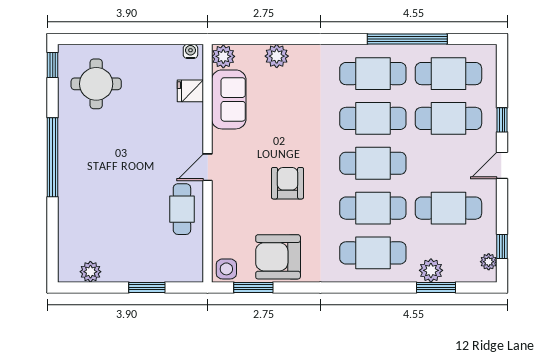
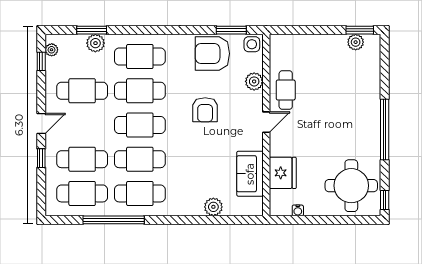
water cooler: (190, 51) -> (298, 210), moved
plant: (223, 56) -> (254, 81), moved
round table: (96, 84) -> (351, 186), width x1.36, depth x1.36
fridge: (190, 91) -> (283, 173), width x1.88, depth x1.34
armchair: (278, 257) -> (212, 54), turned 180
window: (147, 287) -> (360, 30), moved

